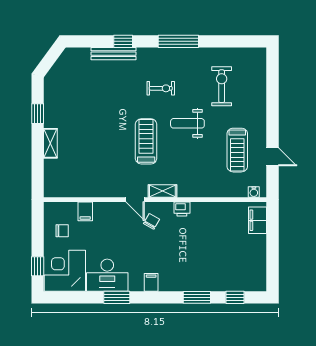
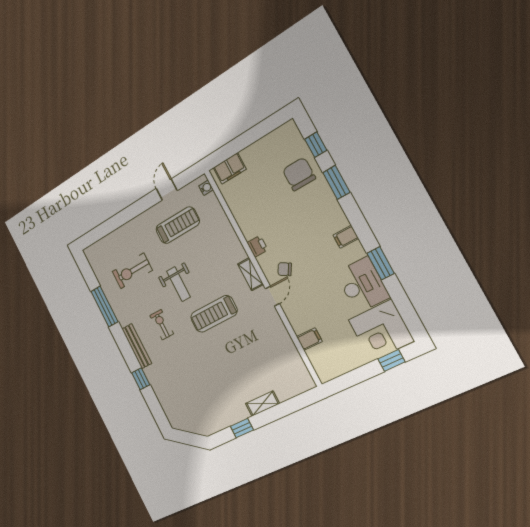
window: (178, 41) -> (104, 306), moved
bench: (114, 54) -> (137, 346), moved
chair: (62, 231) -> (299, 174), moved, width x1.87, depth x1.87

